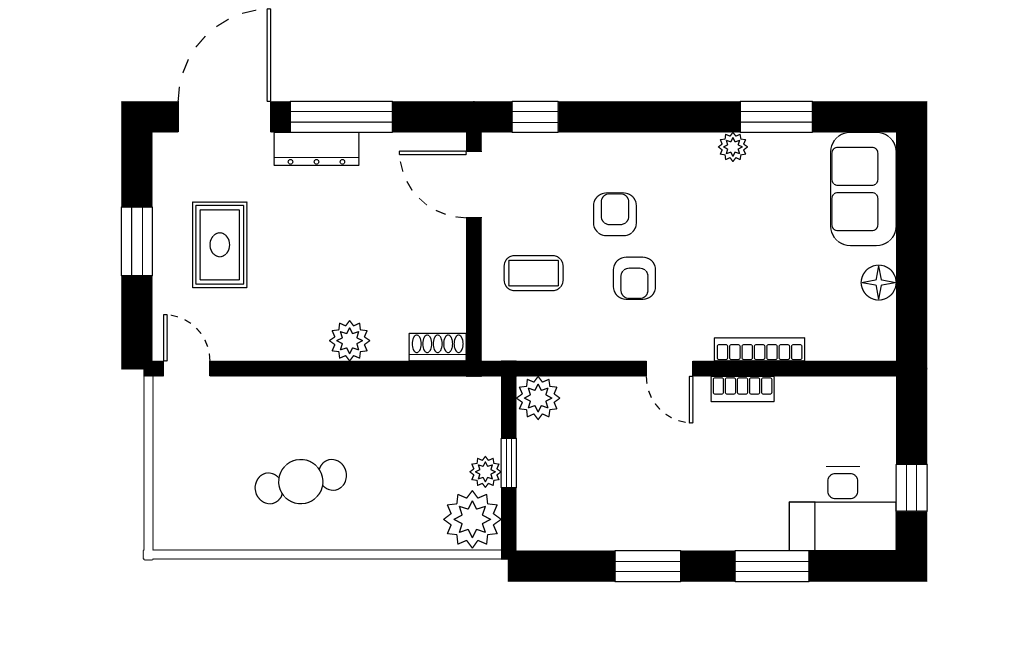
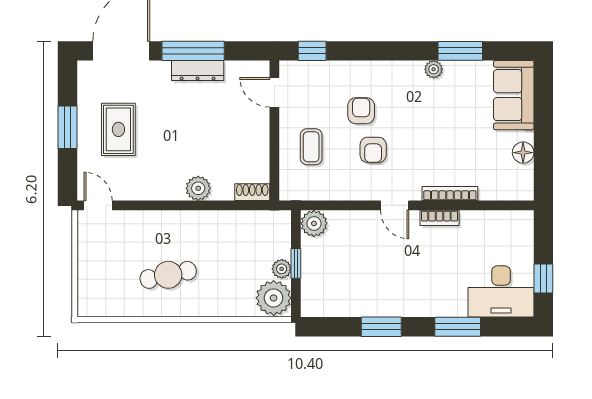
dresser: (316, 149) -> (198, 70), moved
door: (474, 184) -> (274, 92), width x0.73
coffee table: (534, 273) -> (311, 147), turned 90

